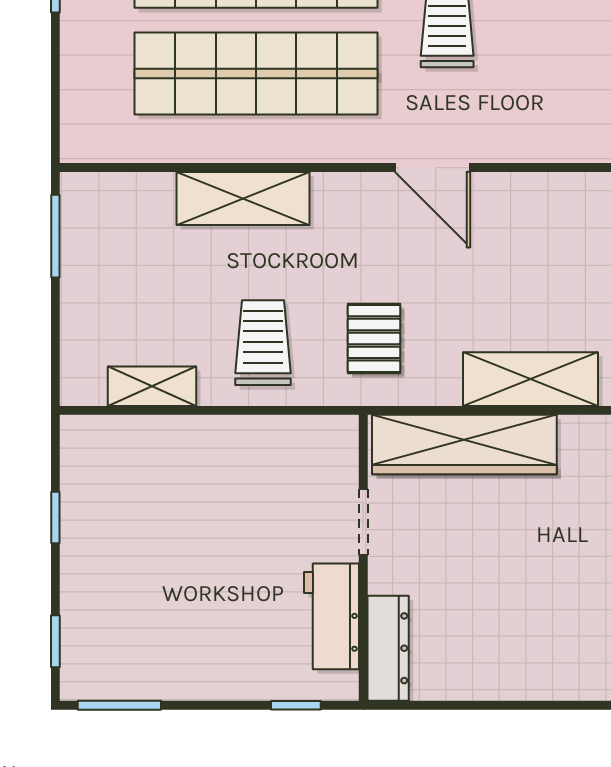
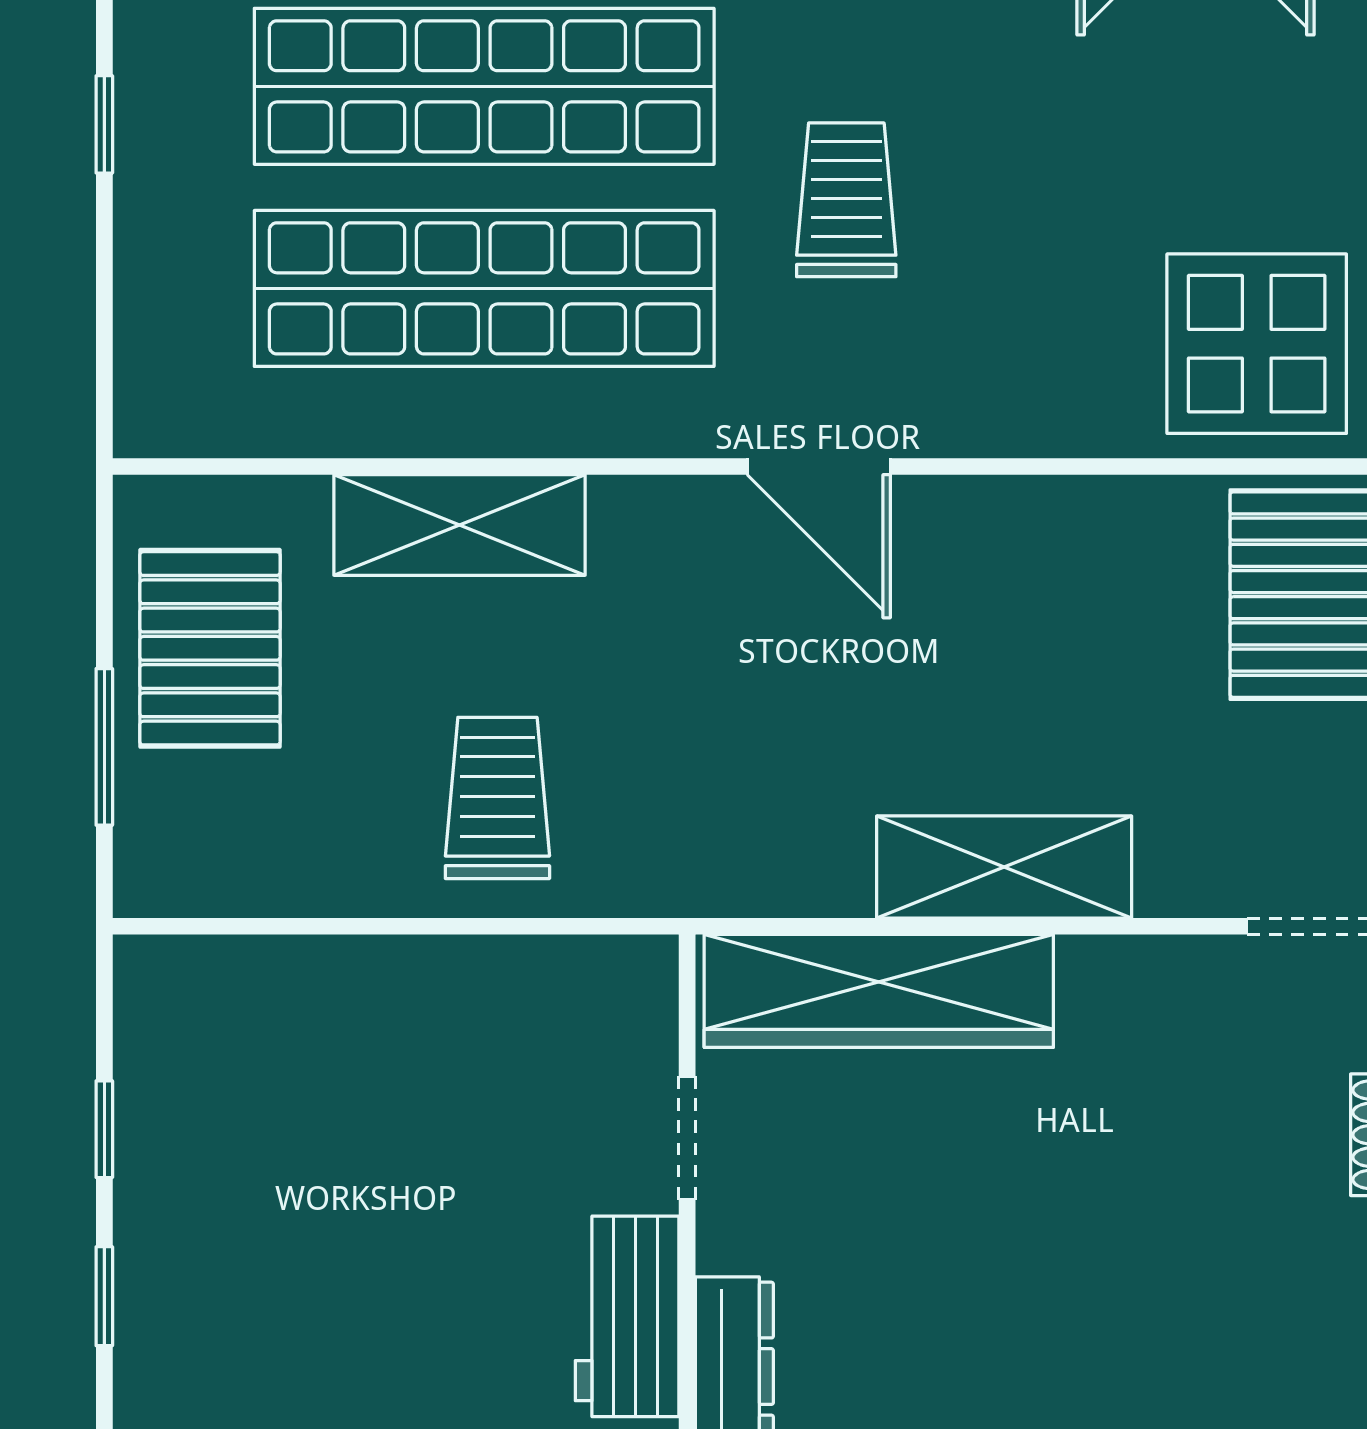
window: (55, 236) -> (104, 747), moved
pallet: (374, 338) -> (210, 648), moved, width x1.50, depth x1.42
shelving: (152, 386) -> (287, 880), removed
window: (55, 641) -> (104, 1296), moved

